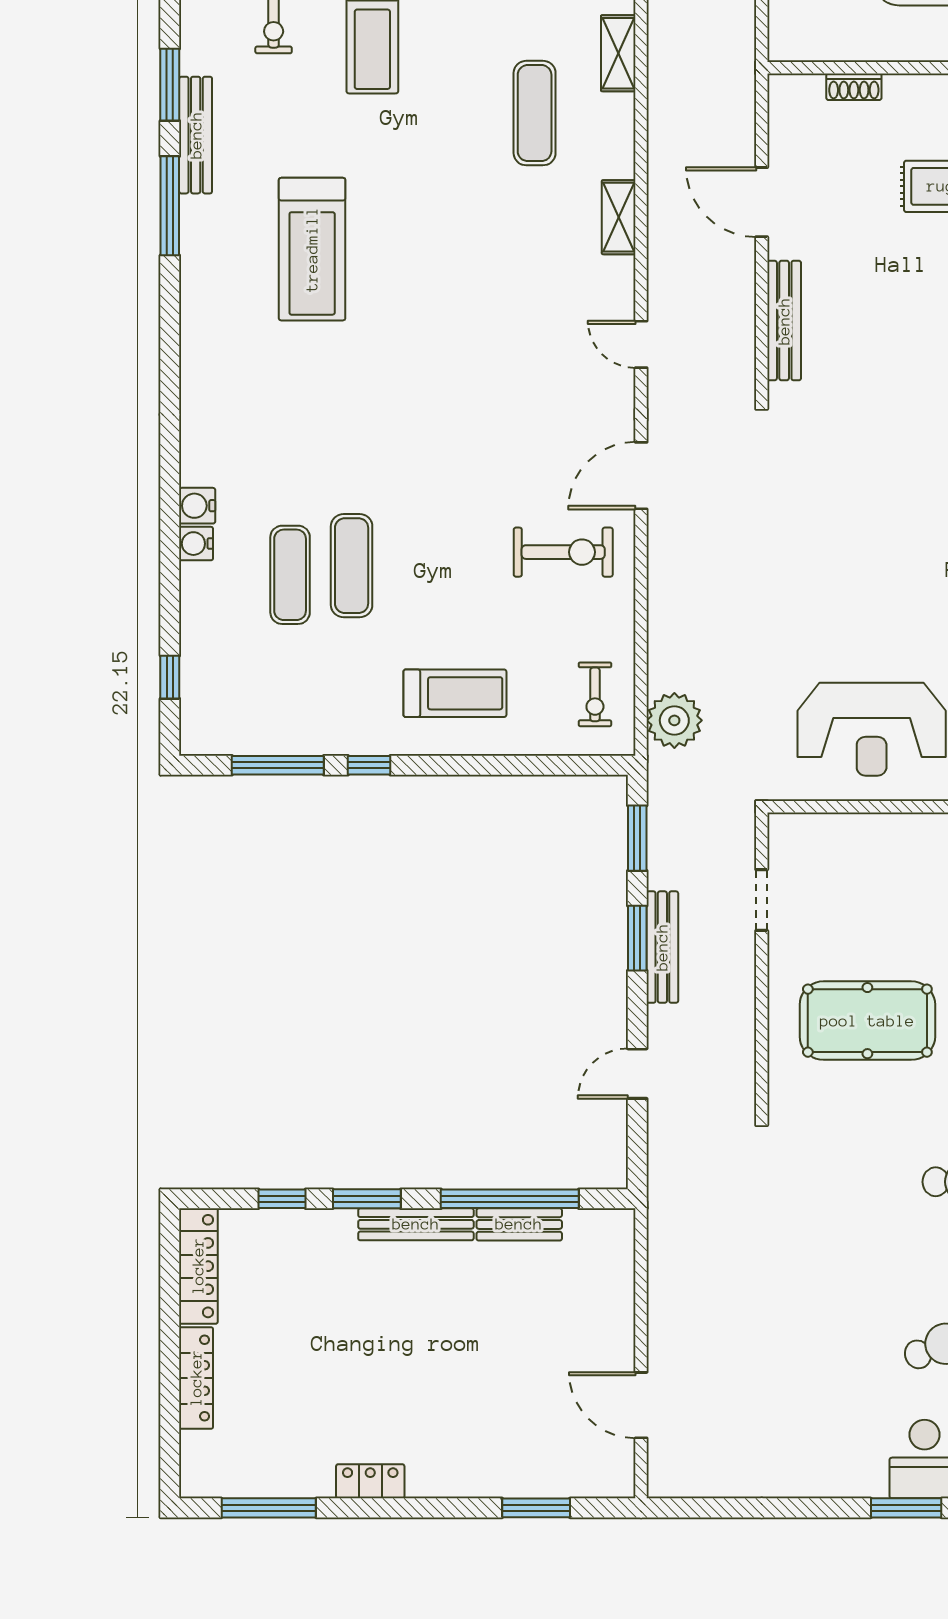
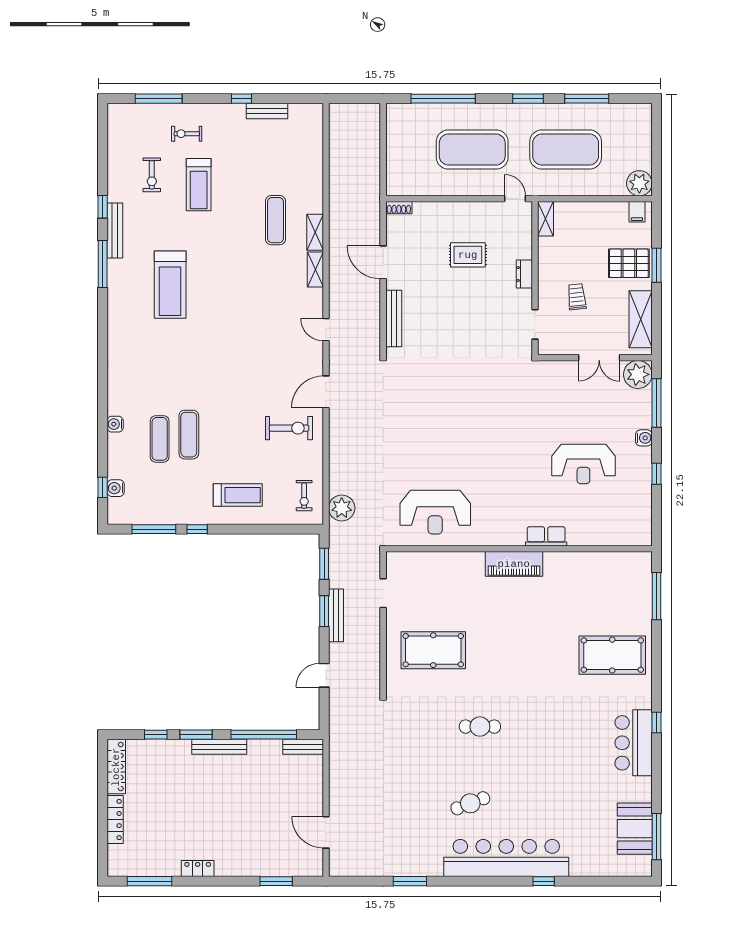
shelving: (618, 53) -> (315, 232), moved
window: (170, 85) -> (103, 207), width x0.67
shoe rack: (854, 87) -> (399, 208), moved
water cooler: (197, 506) -> (116, 488), moved
bench: (519, 1224) -> (303, 747), moved
window: (906, 1508) -> (410, 881), moved

